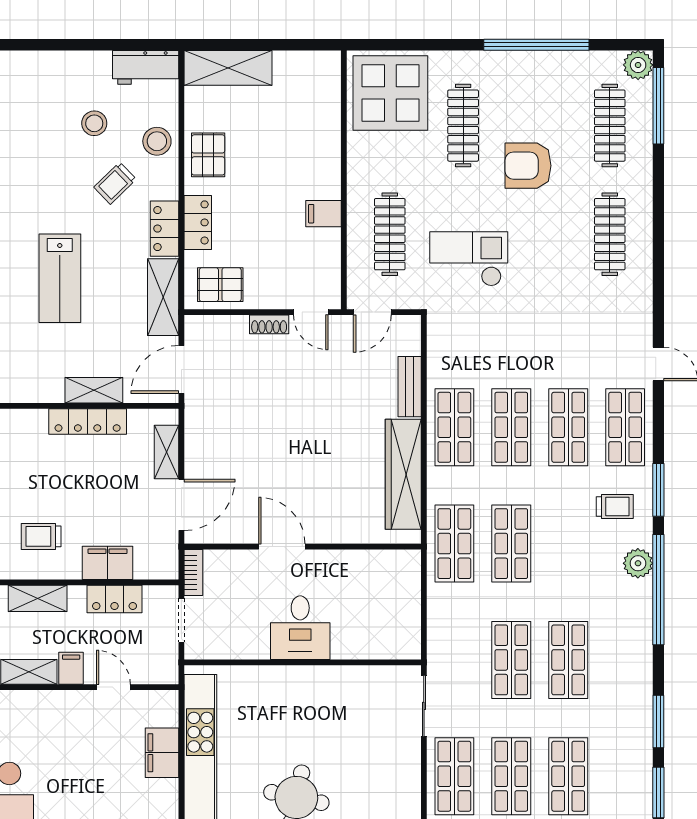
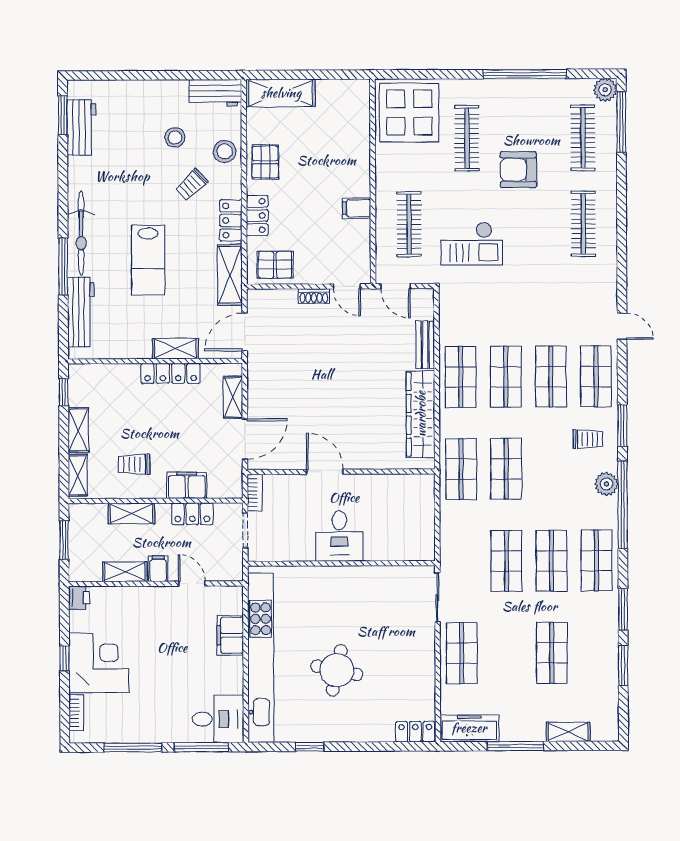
checkout: (469, 259) -> (472, 244), turned 180
door: (372, 312) -> (395, 286), hinge flipped
shop shelf: (511, 776) -> (597, 561), moved

